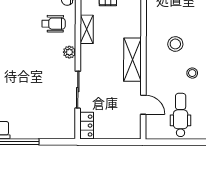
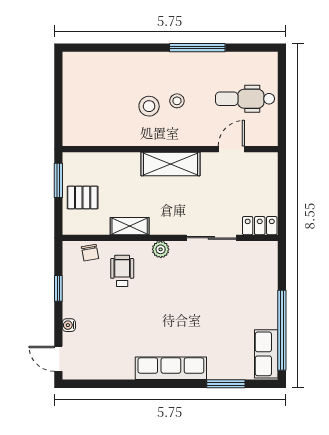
stool: (192, 73) -> (177, 101), moved

